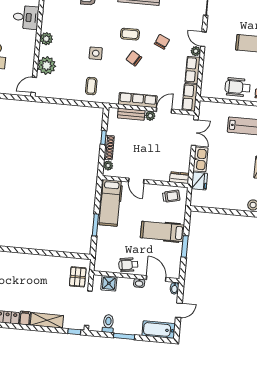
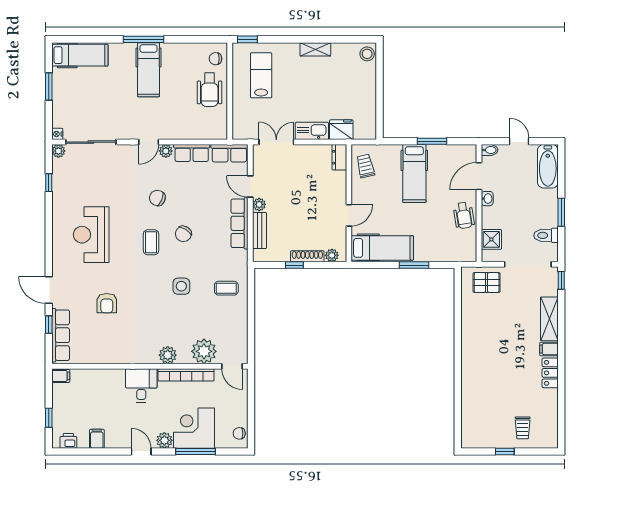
bookcase: (31, 51) -> (186, 375), added

